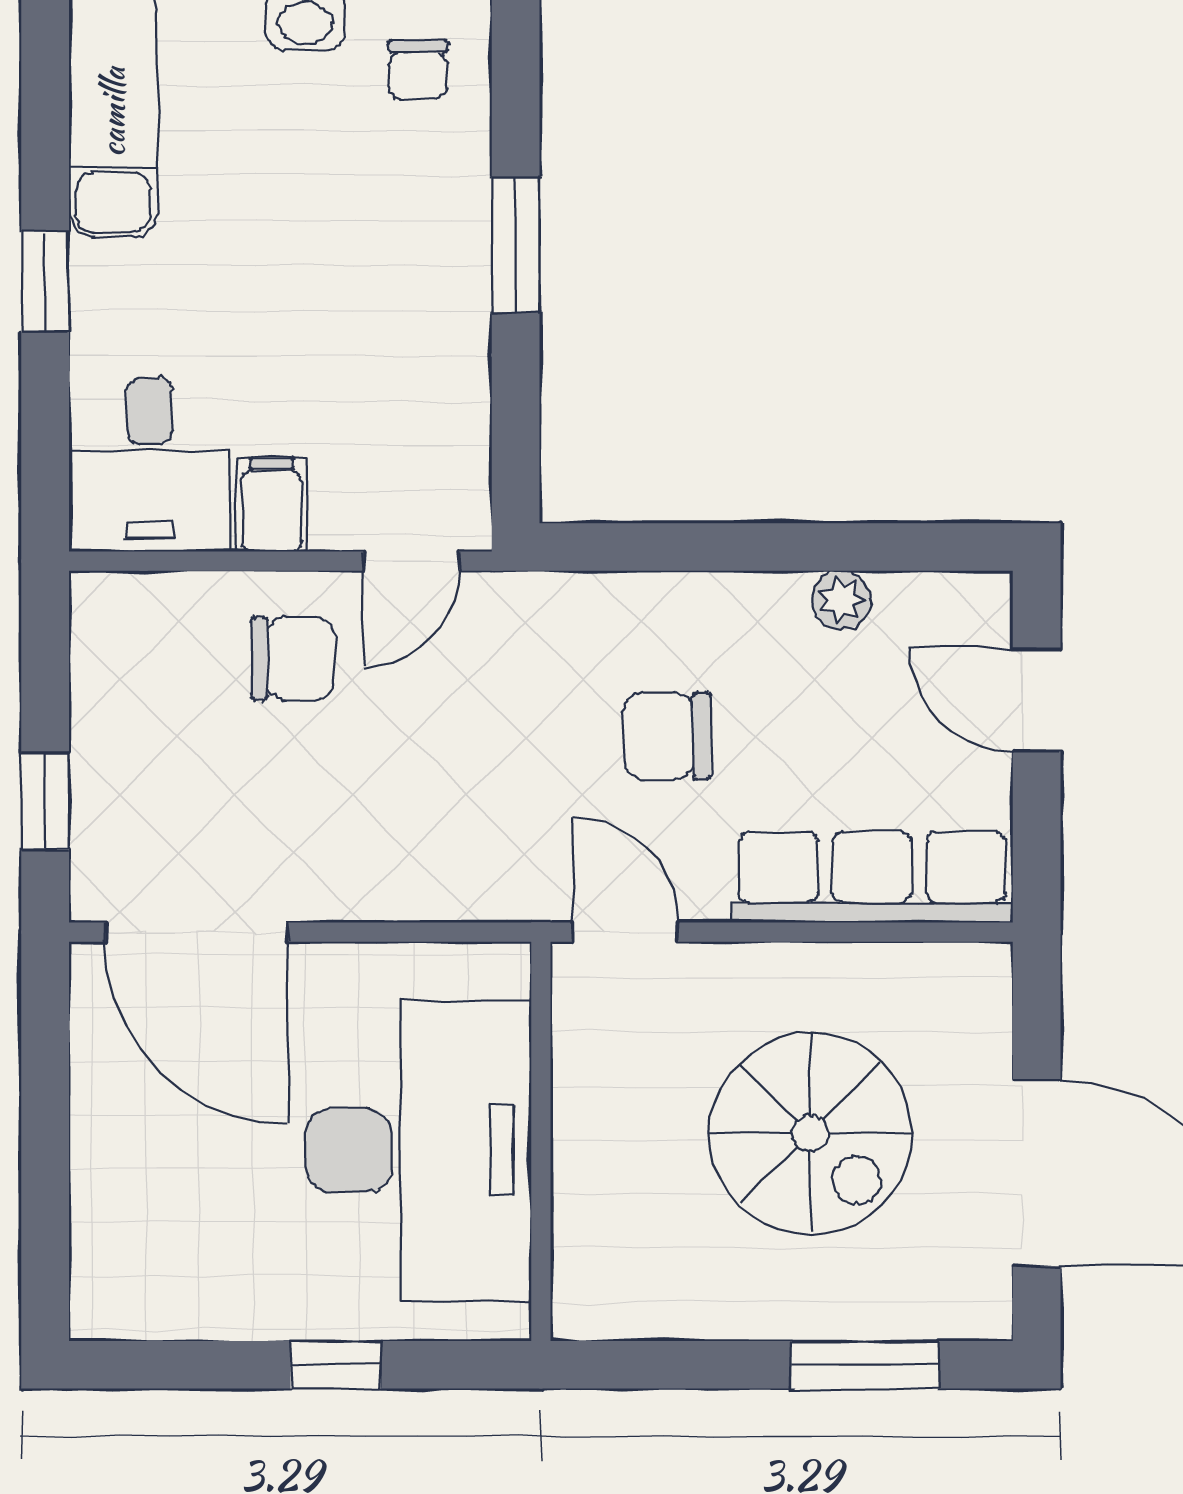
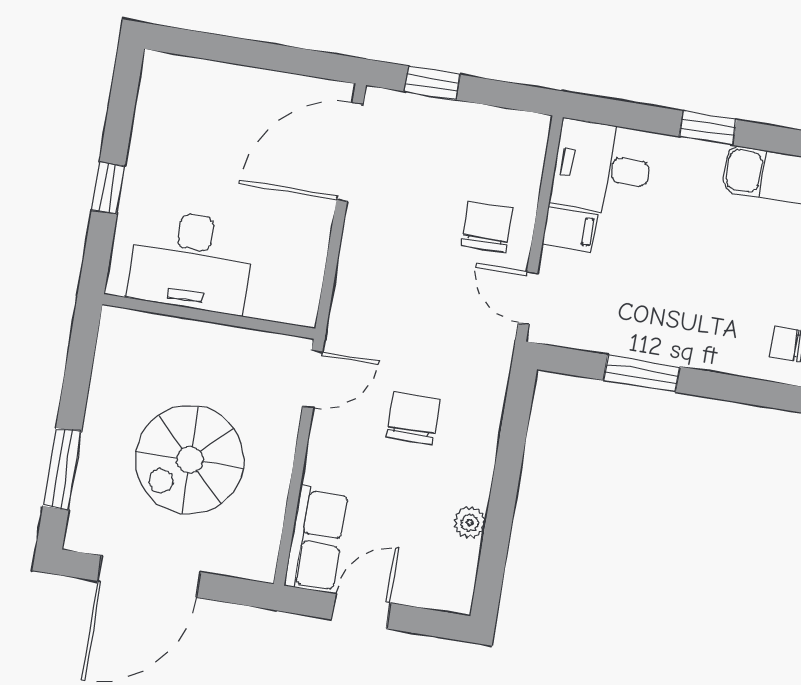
window: (516, 245) -> (642, 373), moved
chair: (293, 658) -> (487, 227), turned 180
door: (1037, 700) -> (361, 611), moved
row of seats: (872, 877) -> (316, 539), width x0.68
desk: (419, 1150) -> (191, 261), width x0.73, depth x0.77

